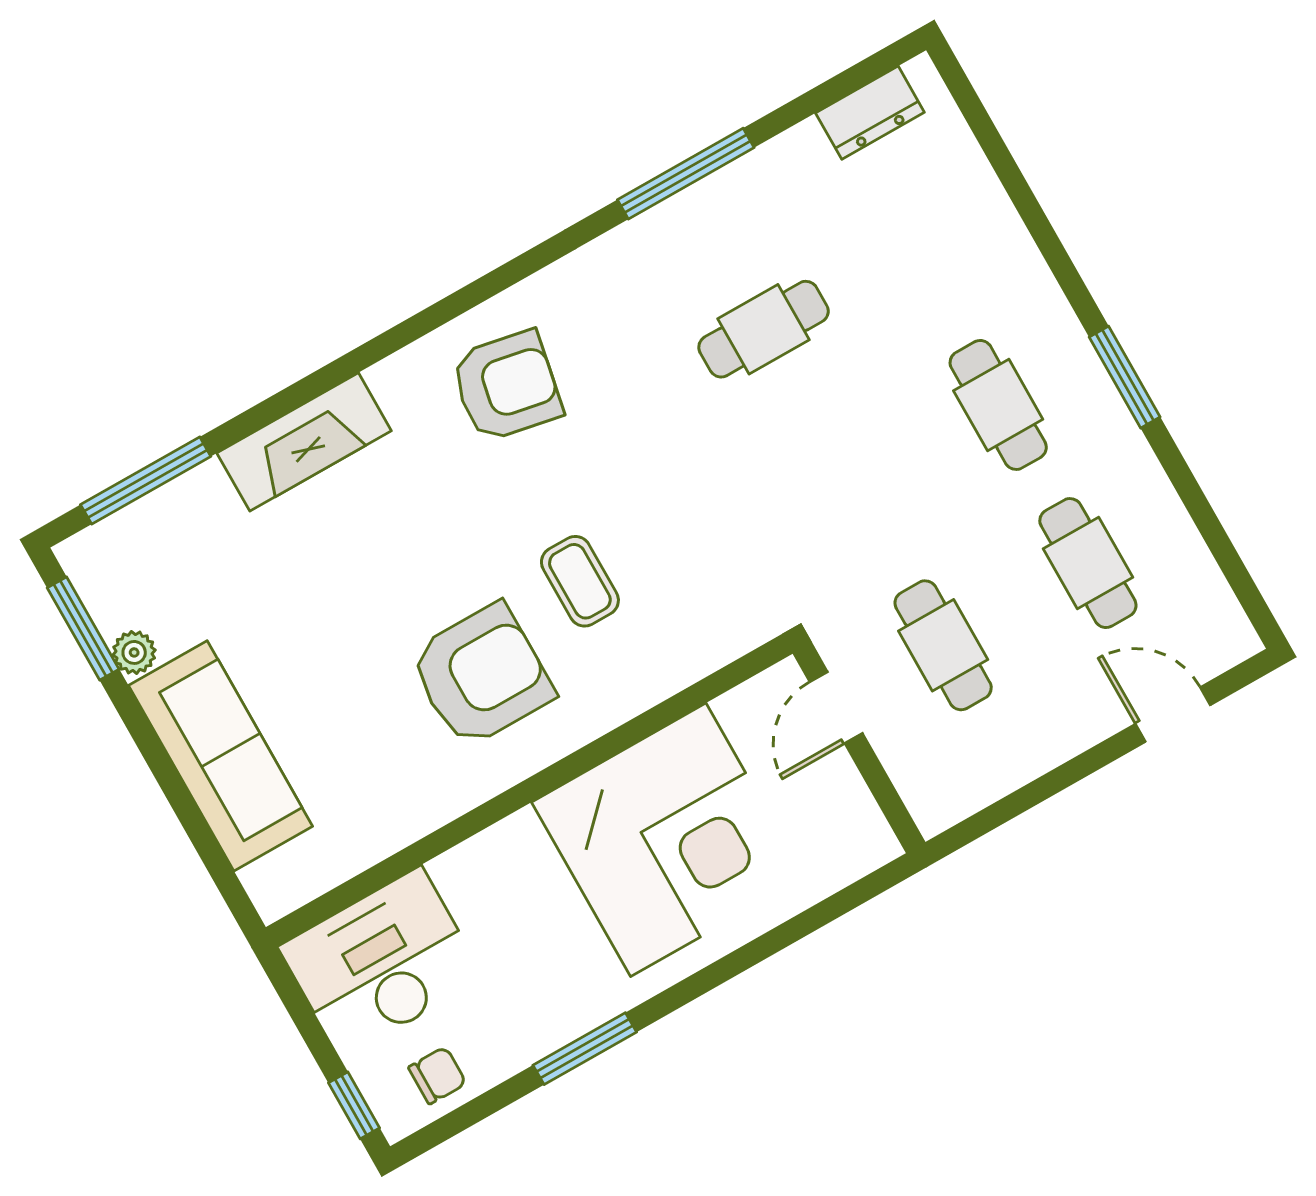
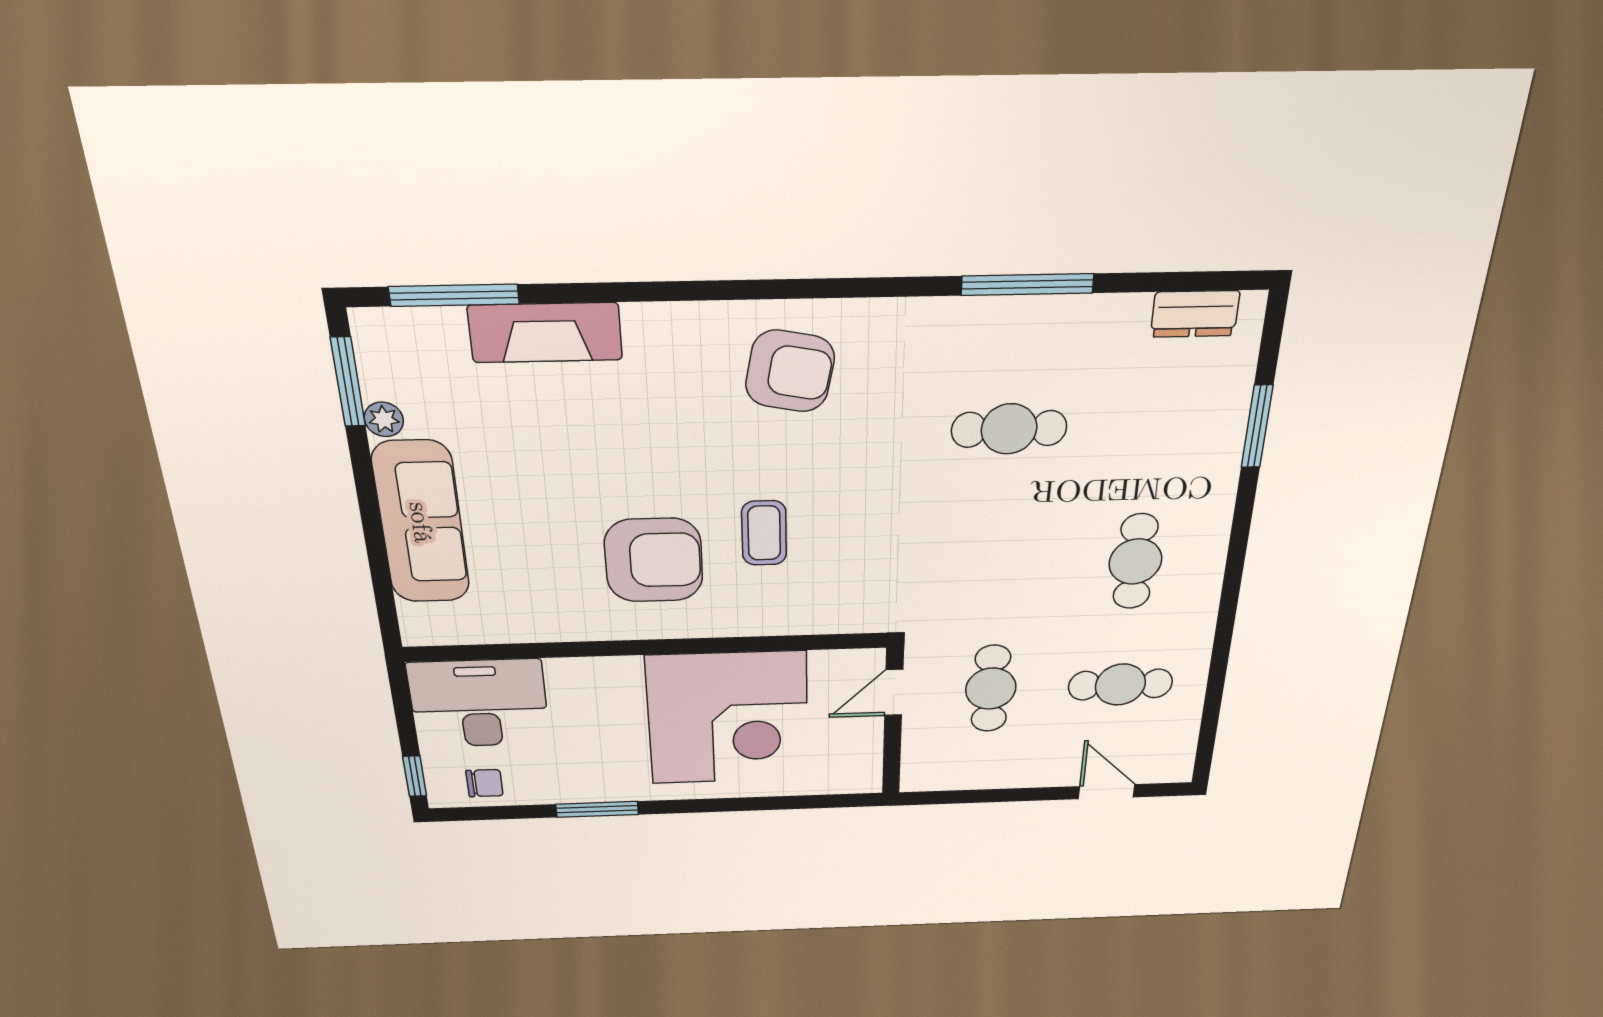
window: (1125, 377) -> (1257, 427), moved
fireplace: (304, 442) -> (545, 333), moved
cafe table: (1088, 563) -> (1120, 685), turned 90

